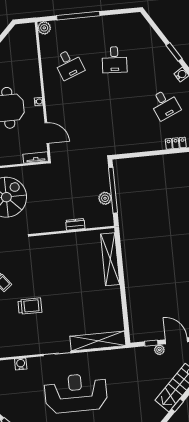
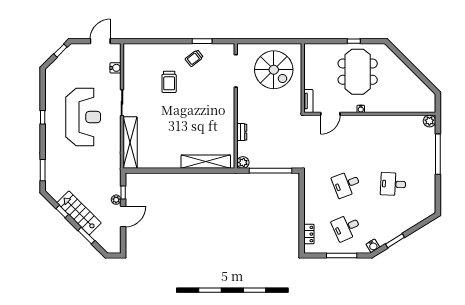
desk: (69, 64) -> (346, 184), moved
plant: (105, 198) -> (243, 162), moved

